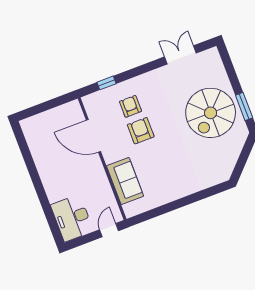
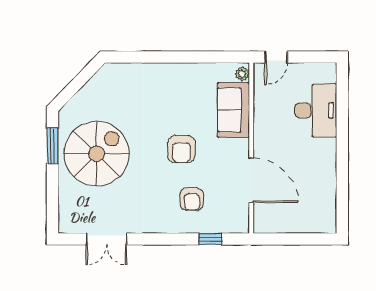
armchair: (141, 131) -> (181, 149), moved
plant: (128, 209) -> (242, 74), added
desk: (72, 218) -> (316, 111), moved

